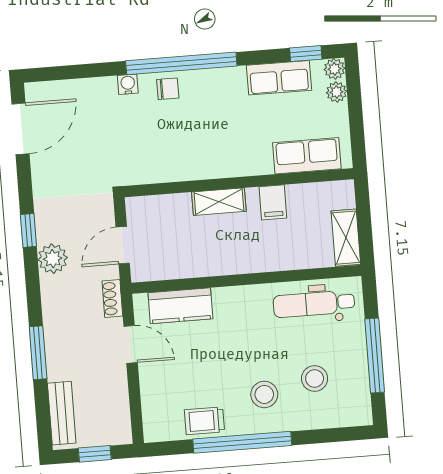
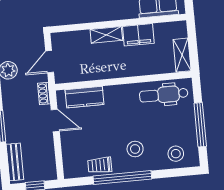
filing cabinet: (273, 202) -> (138, 35), width x2.00
stool: (315, 379) -> (176, 154), moved

